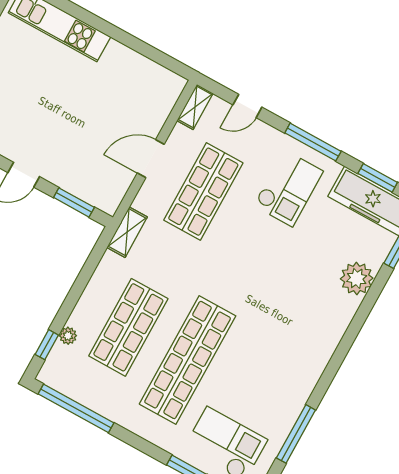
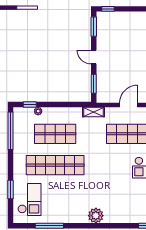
door: (151, 159) -> (129, 105), hinge flipped
plant: (357, 278) -> (96, 216), moved

